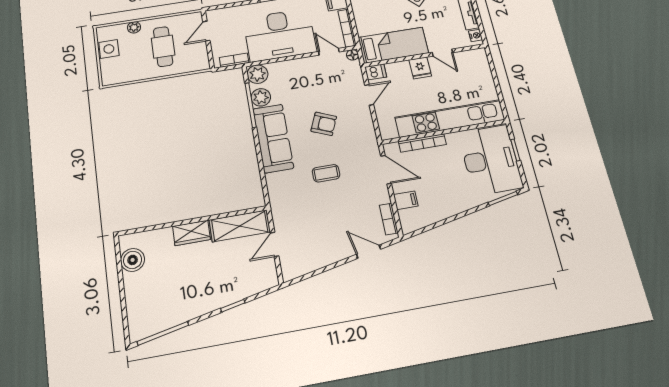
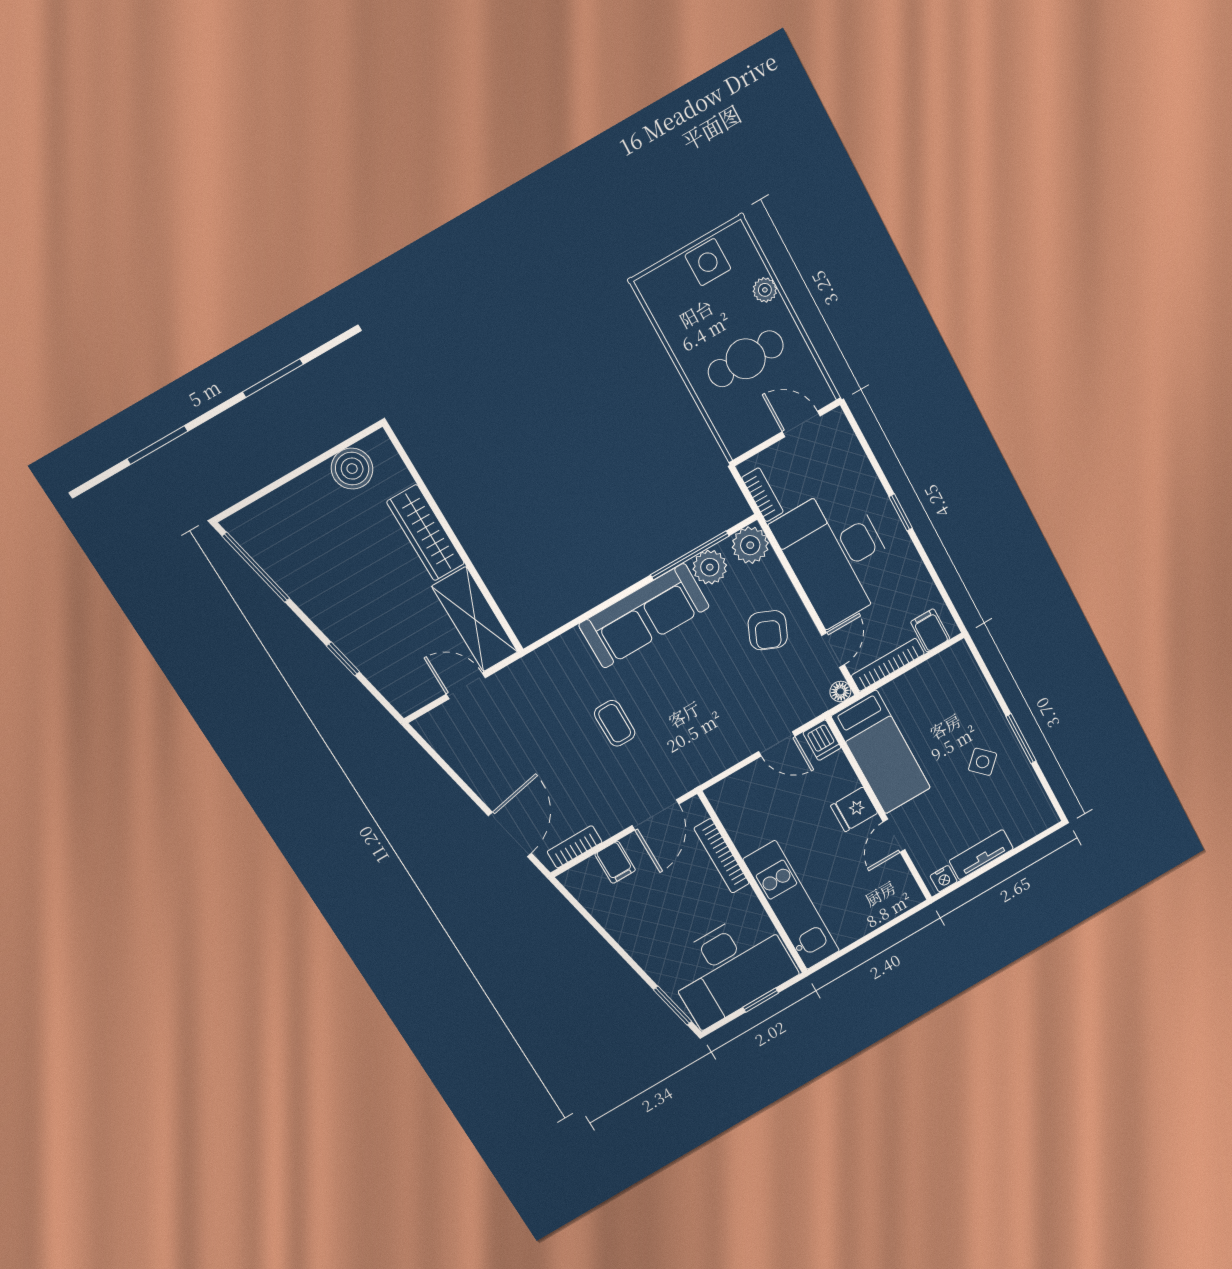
kitchen unit: (450, 118) -> (791, 905), width x0.73
armchair: (324, 124) -> (768, 630), moved
wardrobe: (191, 233) -> (426, 533), width x1.50
door: (369, 252) -> (510, 834), width x1.38

